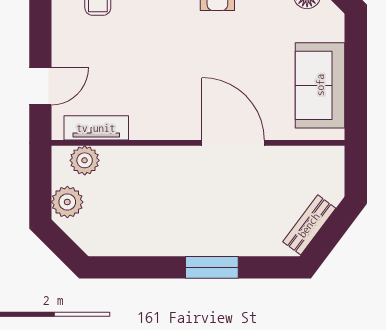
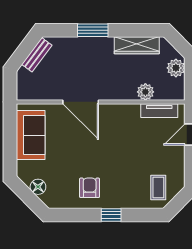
plant: (85, 160) -> (145, 92), moved
wardrobe: (135, 241) -> (137, 45), added

